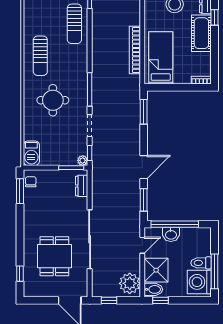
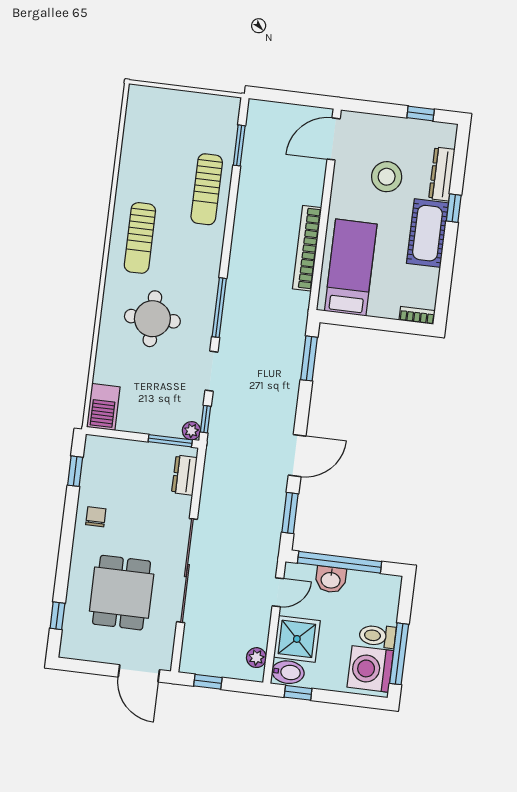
chair: (31, 182) -> (96, 517), moved
window: (20, 191) -> (75, 471), width x0.67
plant: (130, 283) -> (256, 658), width x0.53, depth x0.53

